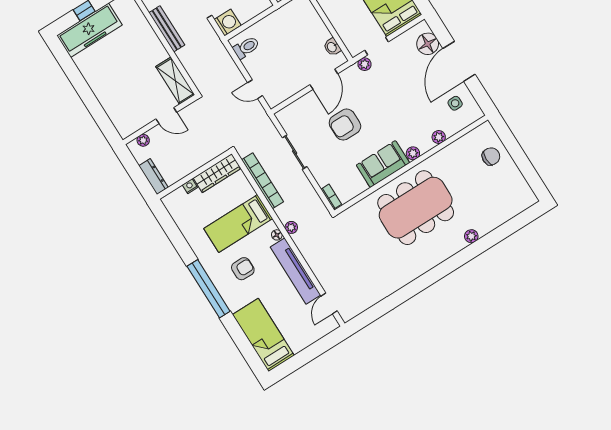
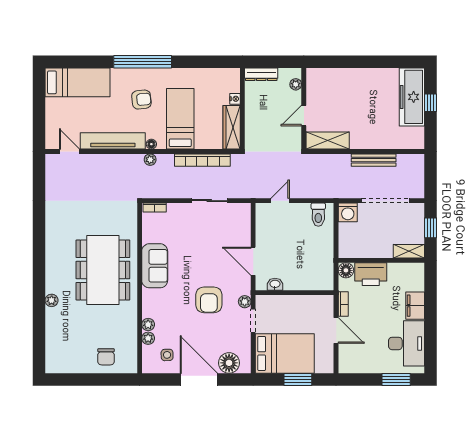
armchair: (345, 125) -> (209, 300), moved, turned 180
plant: (413, 153) -> (148, 338), moved
armchair: (243, 269) -> (141, 100), turned -96

